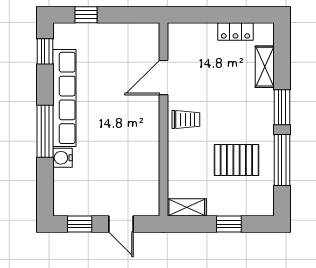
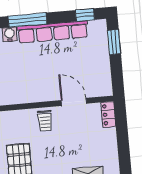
window: (86, 15) -> (114, 42), width x1.50
locker: (236, 31) -> (108, 114), moved

